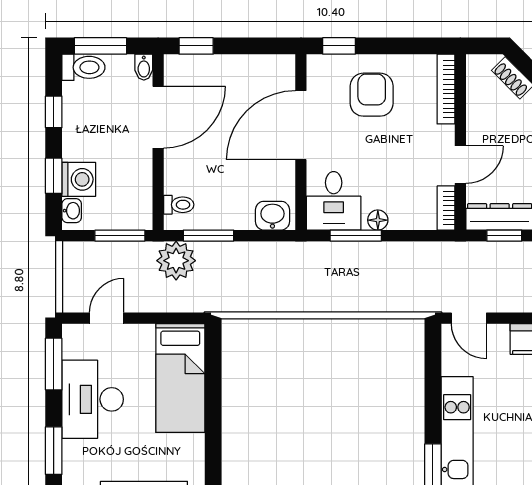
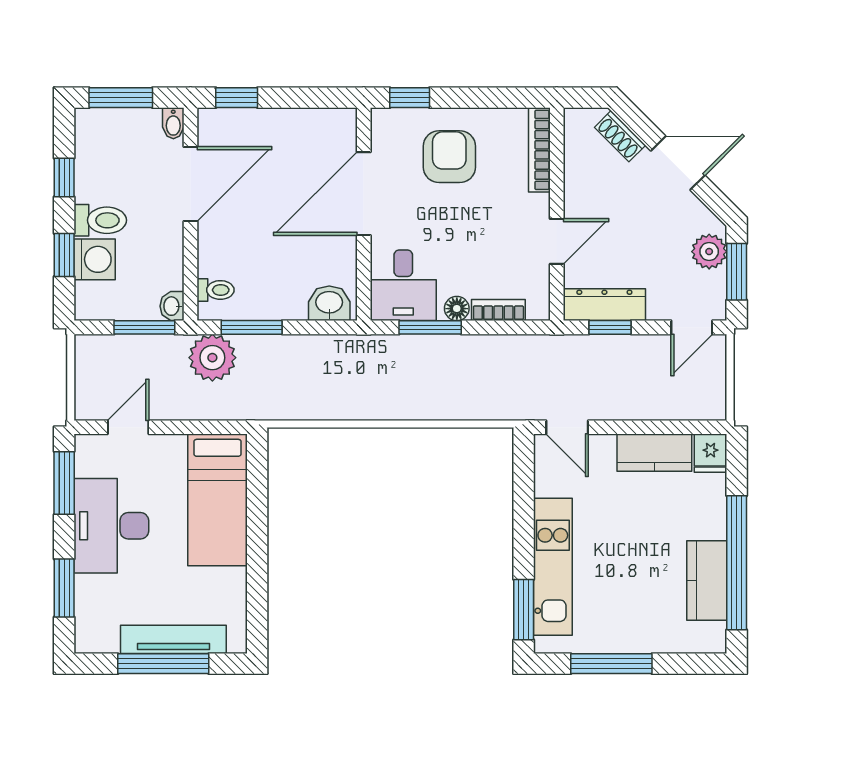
toilet: (83, 67) -> (100, 220), moved
bookcase: (446, 208) -> (498, 310), moved, turned 90
washbasin: (72, 211) -> (172, 306), moved, turned 180

